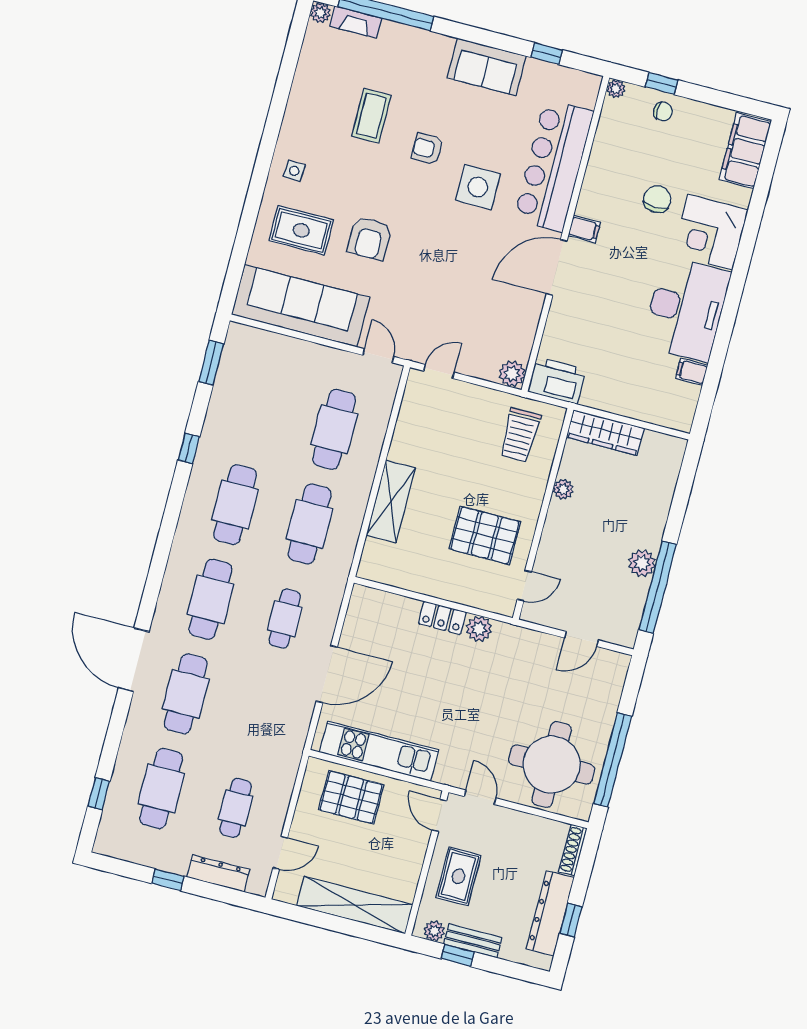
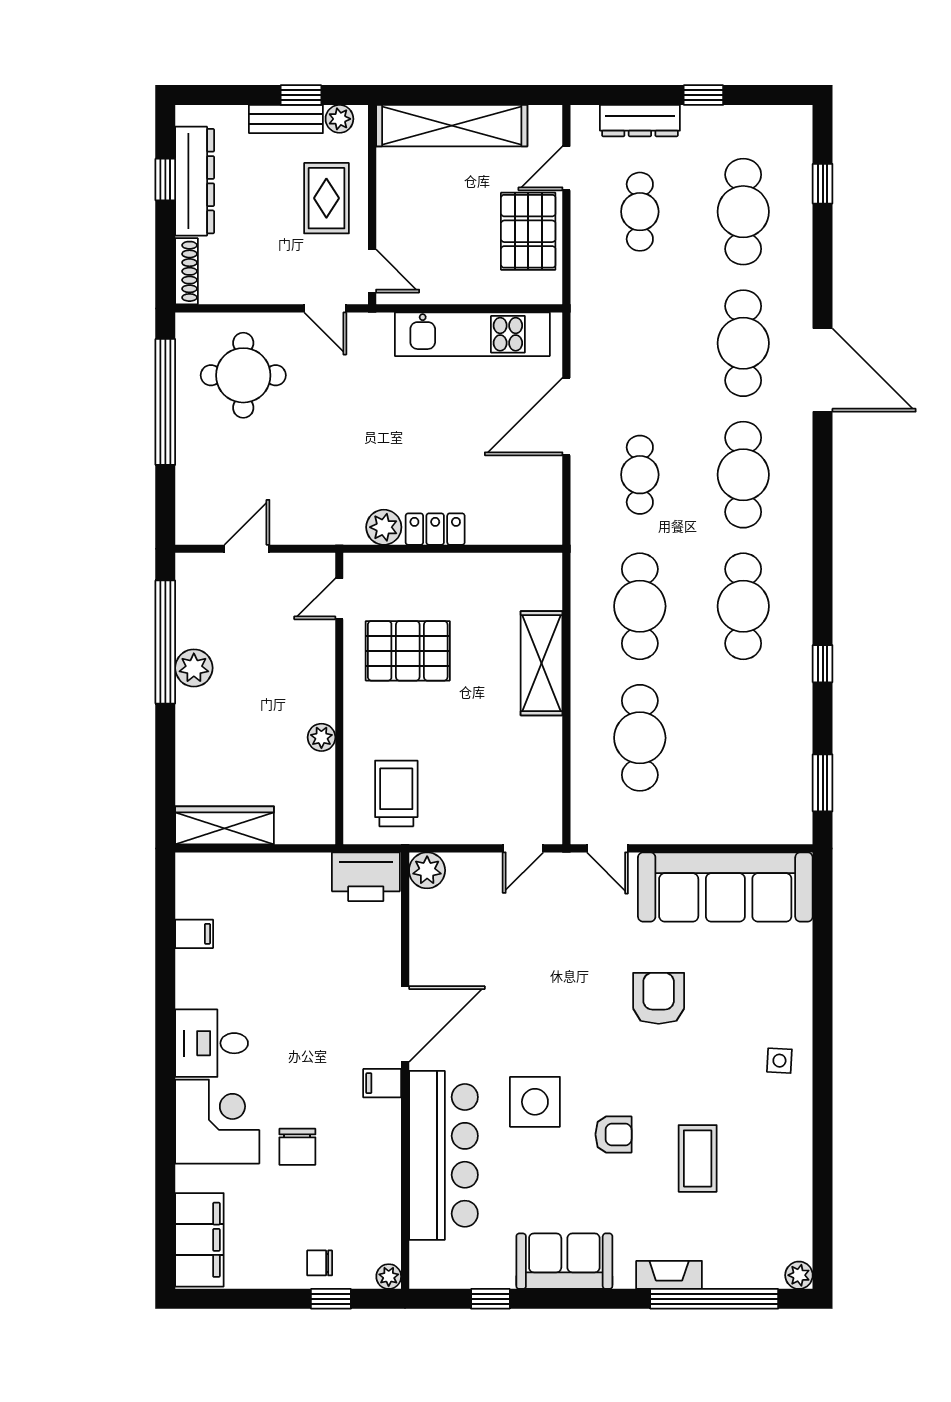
fireplace: (356, 22) -> (669, 1275), moved
rug: (301, 230) -> (750, 986), removed
desk: (686, 309) -> (212, 1043), width x0.53, depth x0.77
wardrobe: (605, 433) -> (225, 825), moved
round table: (552, 765) -> (243, 375), width x0.73, depth x0.73
pallet: (351, 797) -> (528, 231), moved, turned 90

